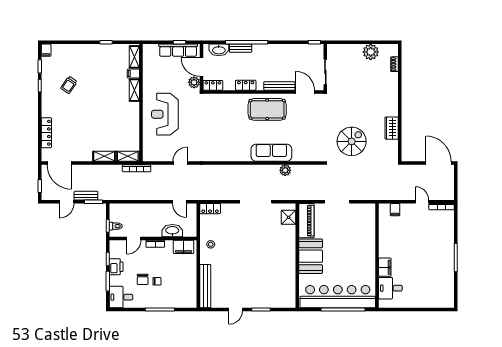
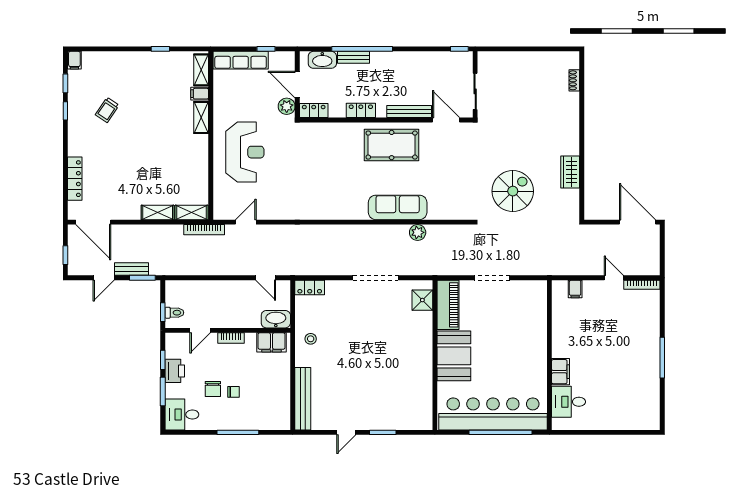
row of seats: (178, 50) -> (241, 60), moved
plant: (371, 52) -> (540, 63), removed
reception desk: (165, 114) -> (245, 152), turned 180
door: (180, 163) -> (246, 222), moved
washbasin: (172, 231) -> (276, 319), moved

